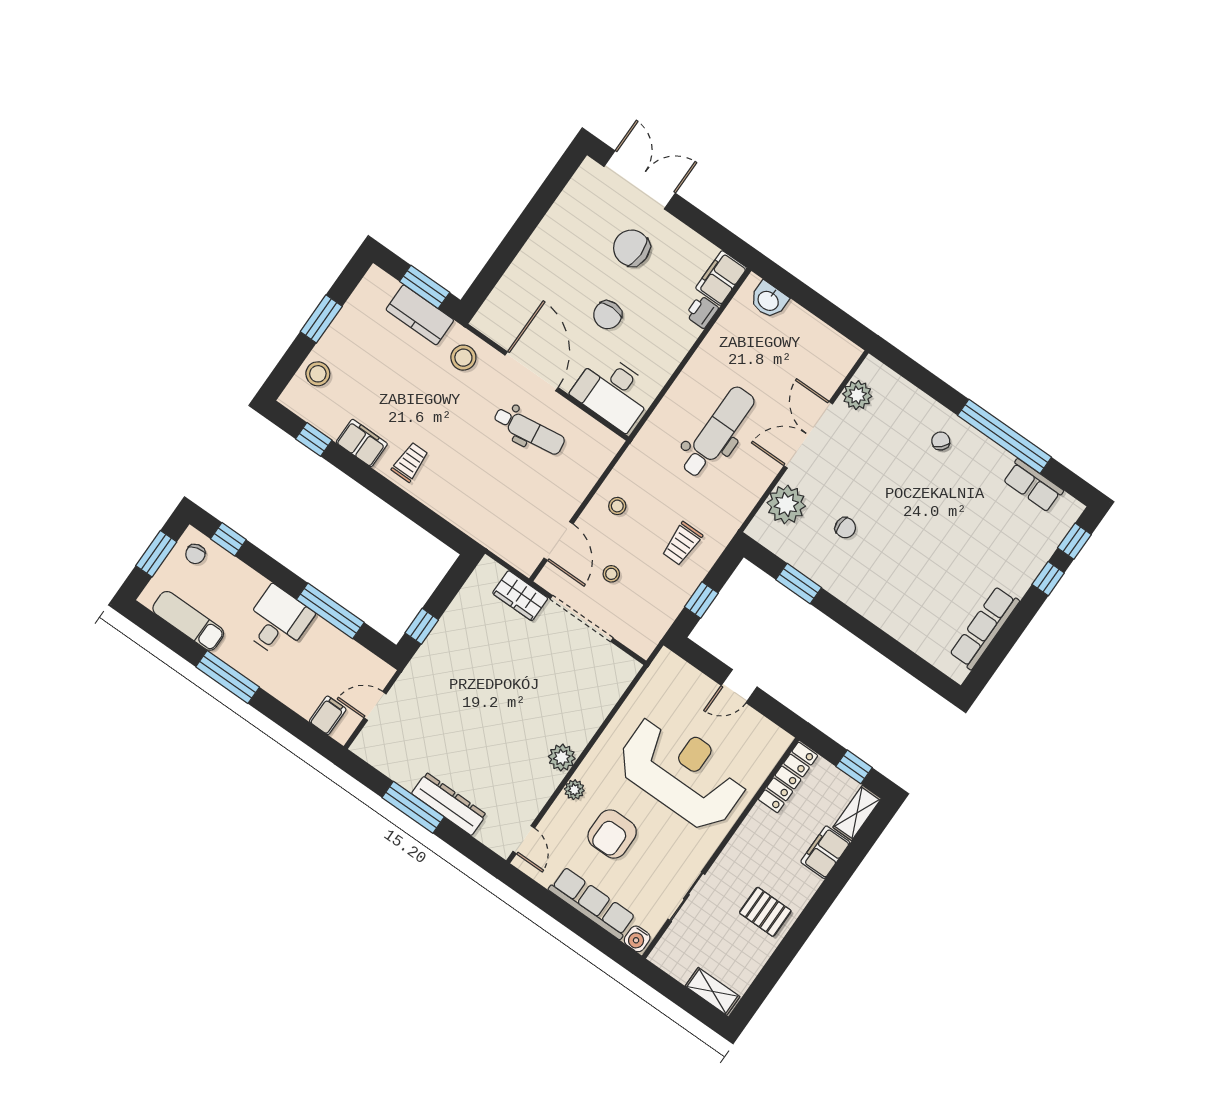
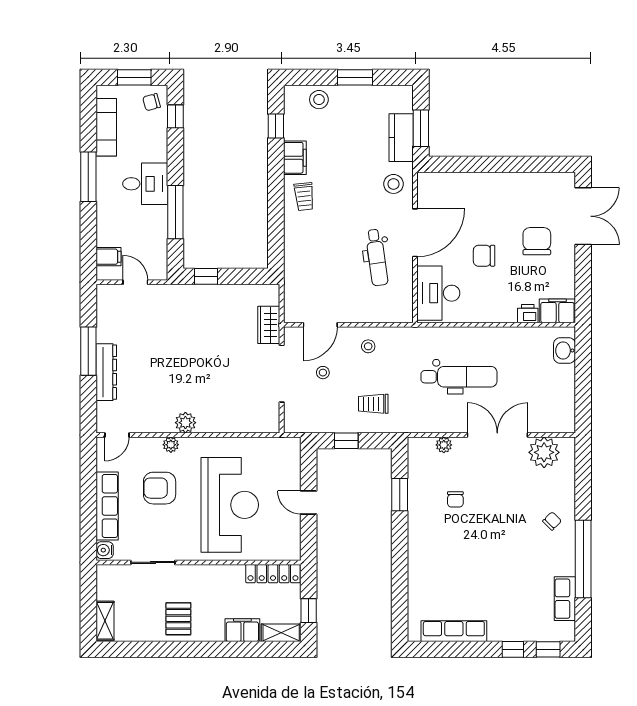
plant: (857, 395) -> (544, 452), width x1.36, depth x1.36
trolley: (410, 462) -> (304, 197), turned 84
plant: (786, 504) -> (444, 445), width x0.53, depth x0.53

